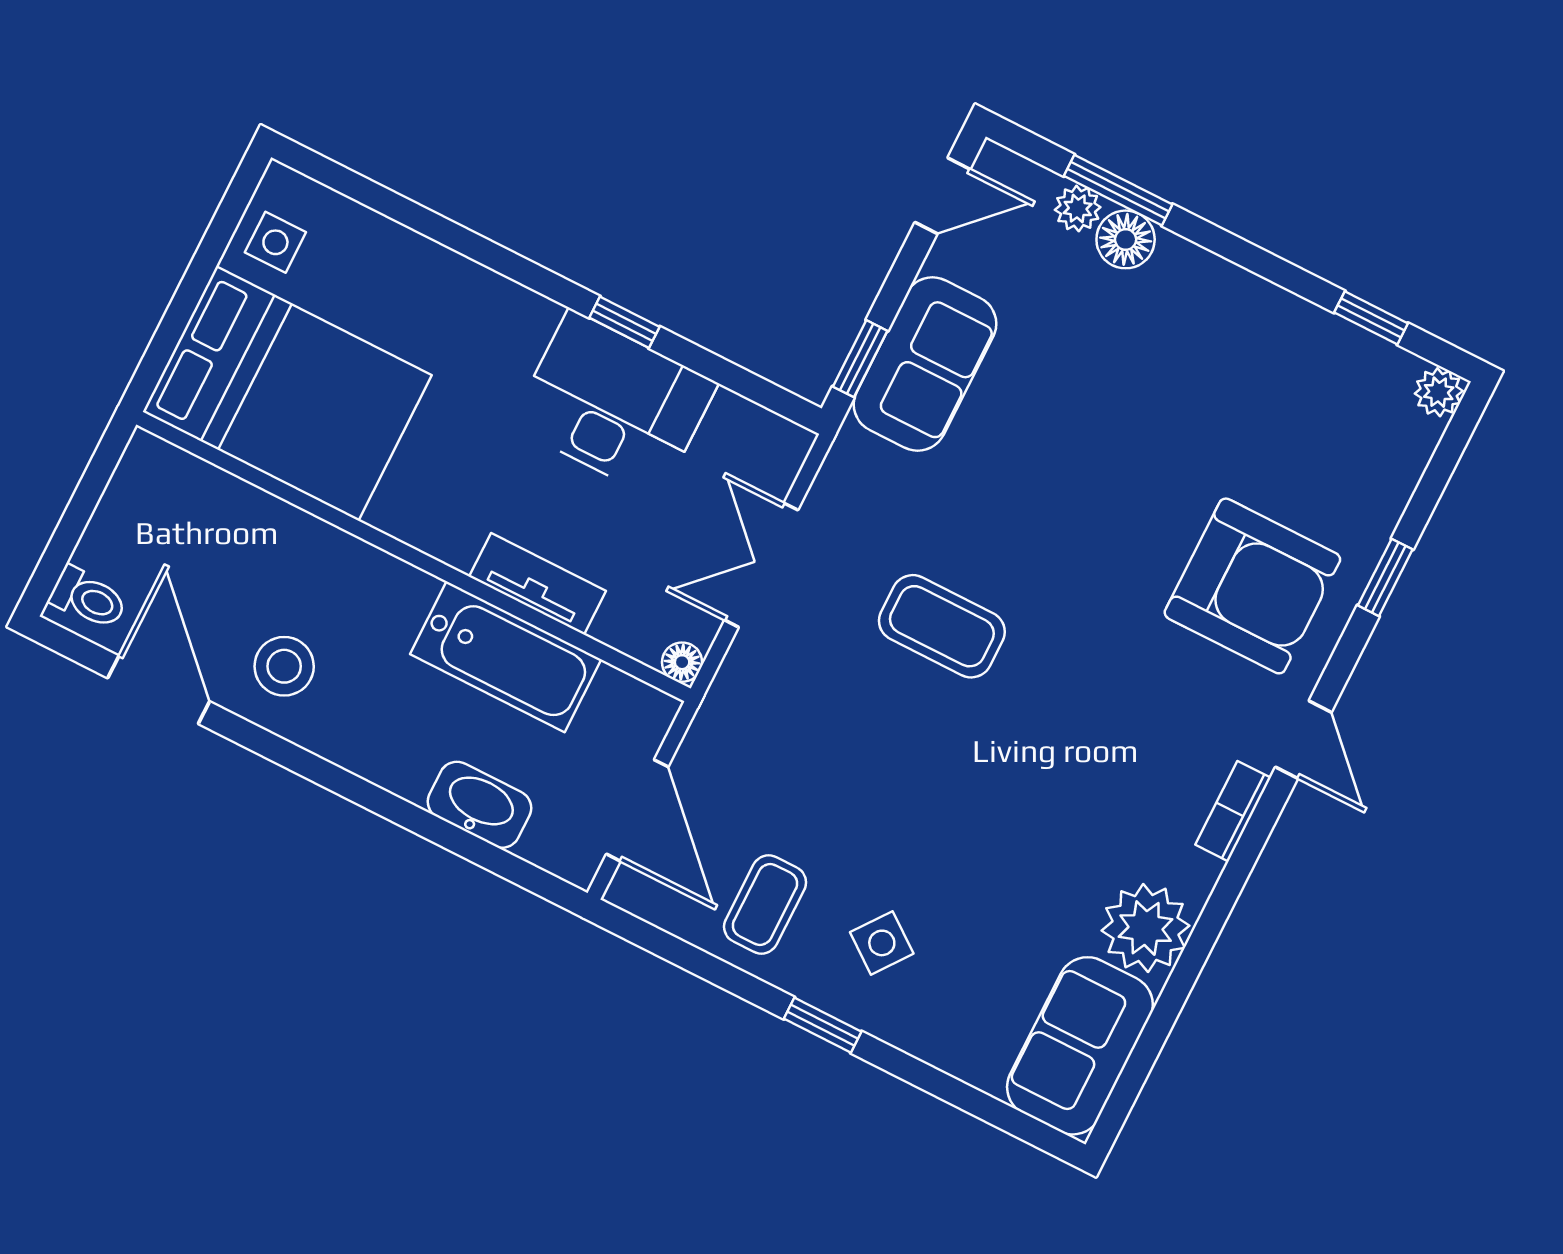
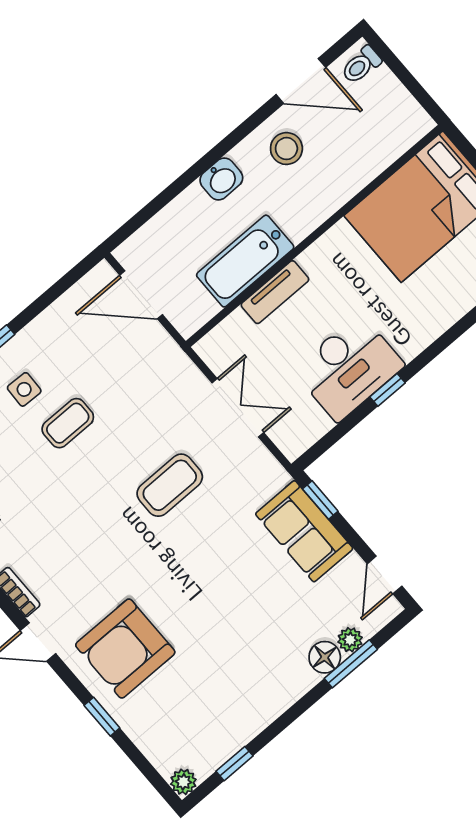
floor lamp: (682, 662) -> (206, 348), removed
washbasin: (479, 805) -> (221, 179), moved, width x0.72
coffee table: (765, 904) -> (68, 423), moved, turned 90
side table: (882, 943) -> (24, 389), turned -35

